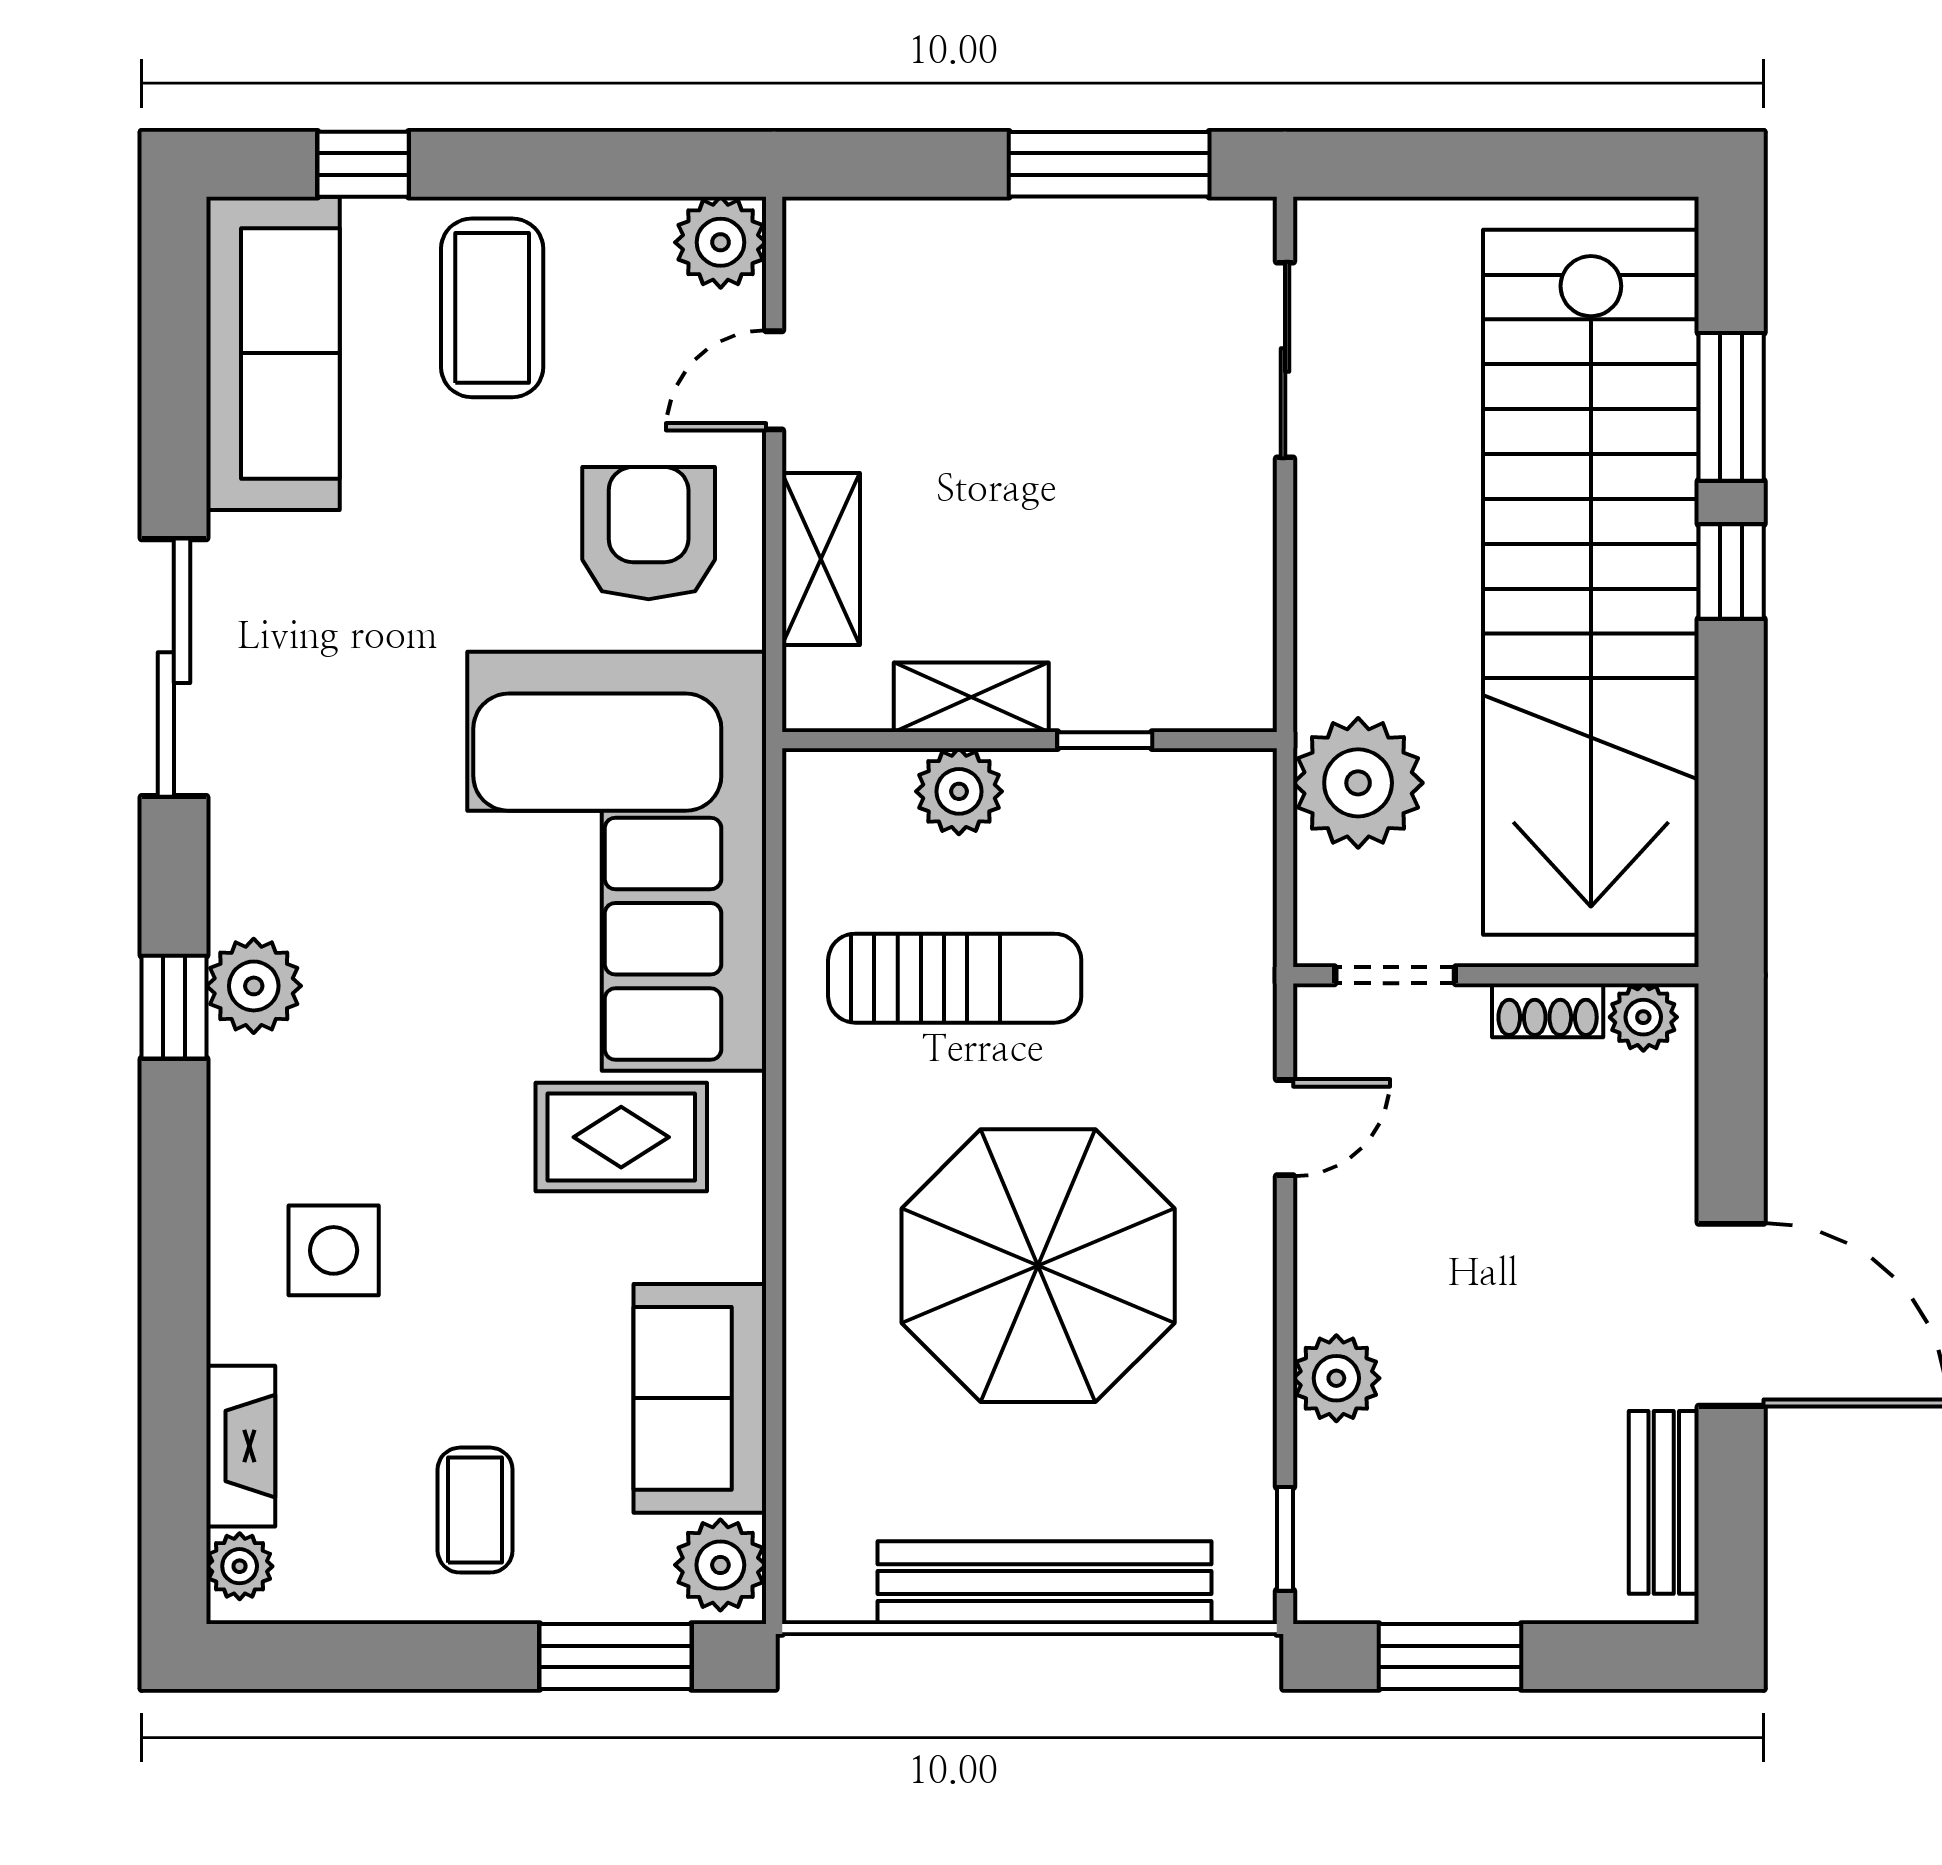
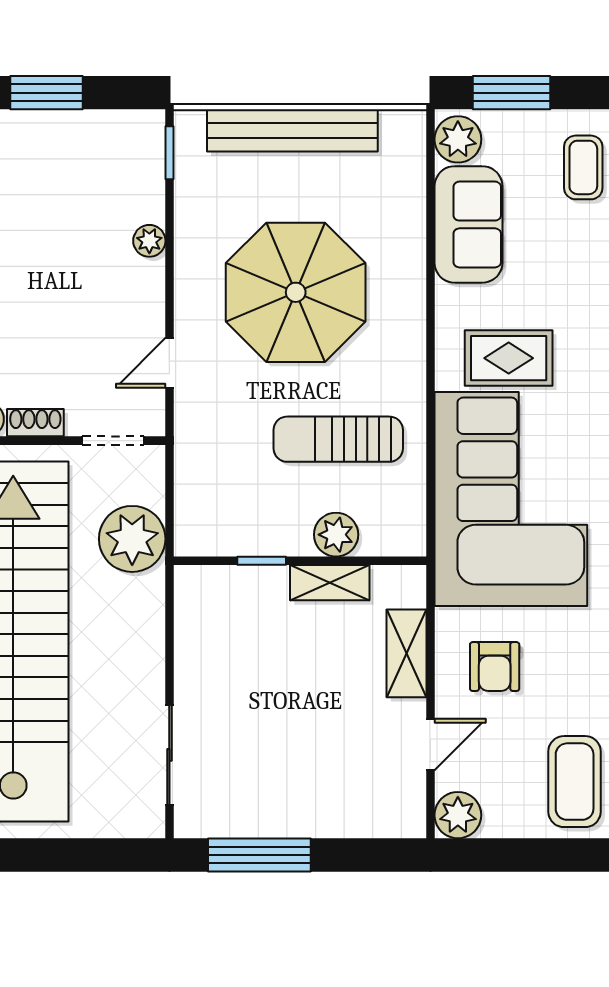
armchair: (649, 533) -> (495, 667), width x0.72, depth x0.72
plant: (1336, 1378) -> (149, 241), width x0.73, depth x0.73
window: (1450, 1657) -> (47, 93), moved

